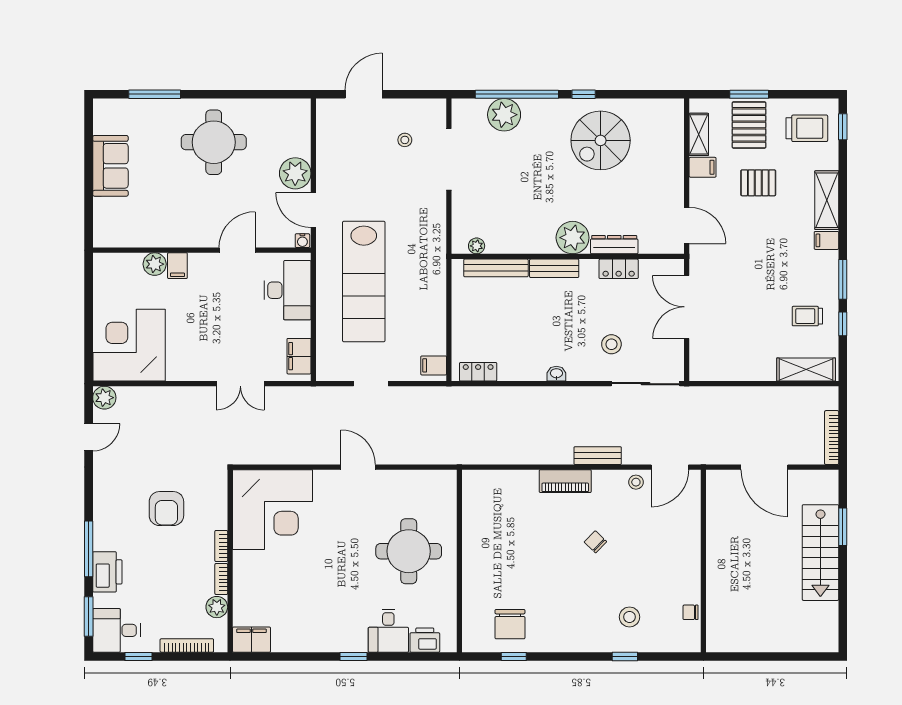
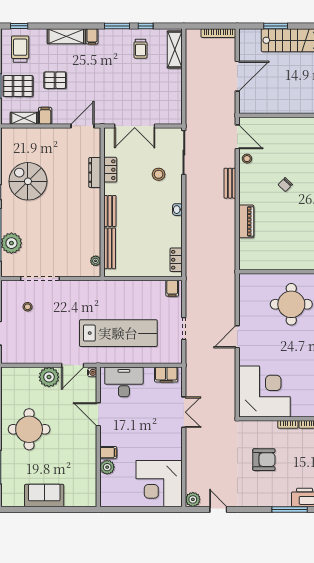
spiral stairs: (601, 140) -> (28, 181), turned 180
pallet: (758, 183) -> (55, 80), turned 90
plant: (573, 238) -> (90, 199), removed
piano: (565, 481) -> (246, 221), moved

